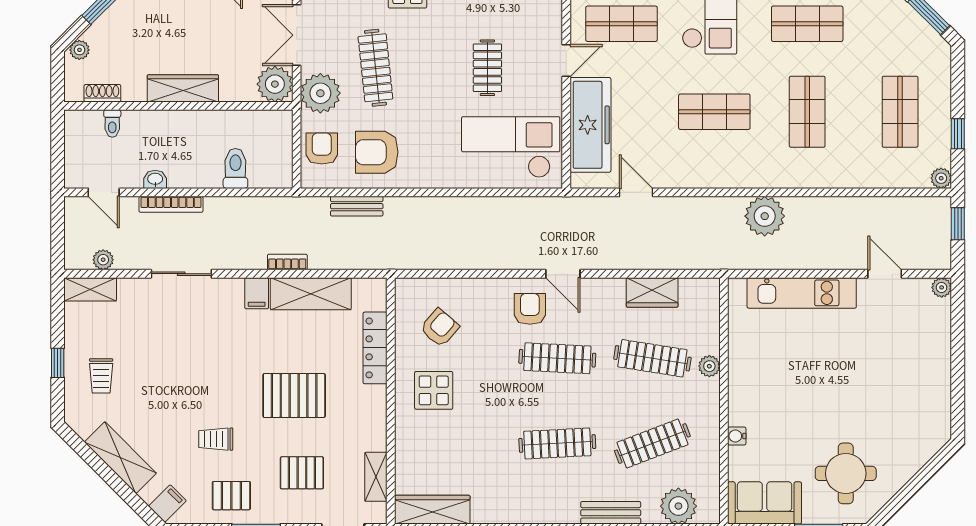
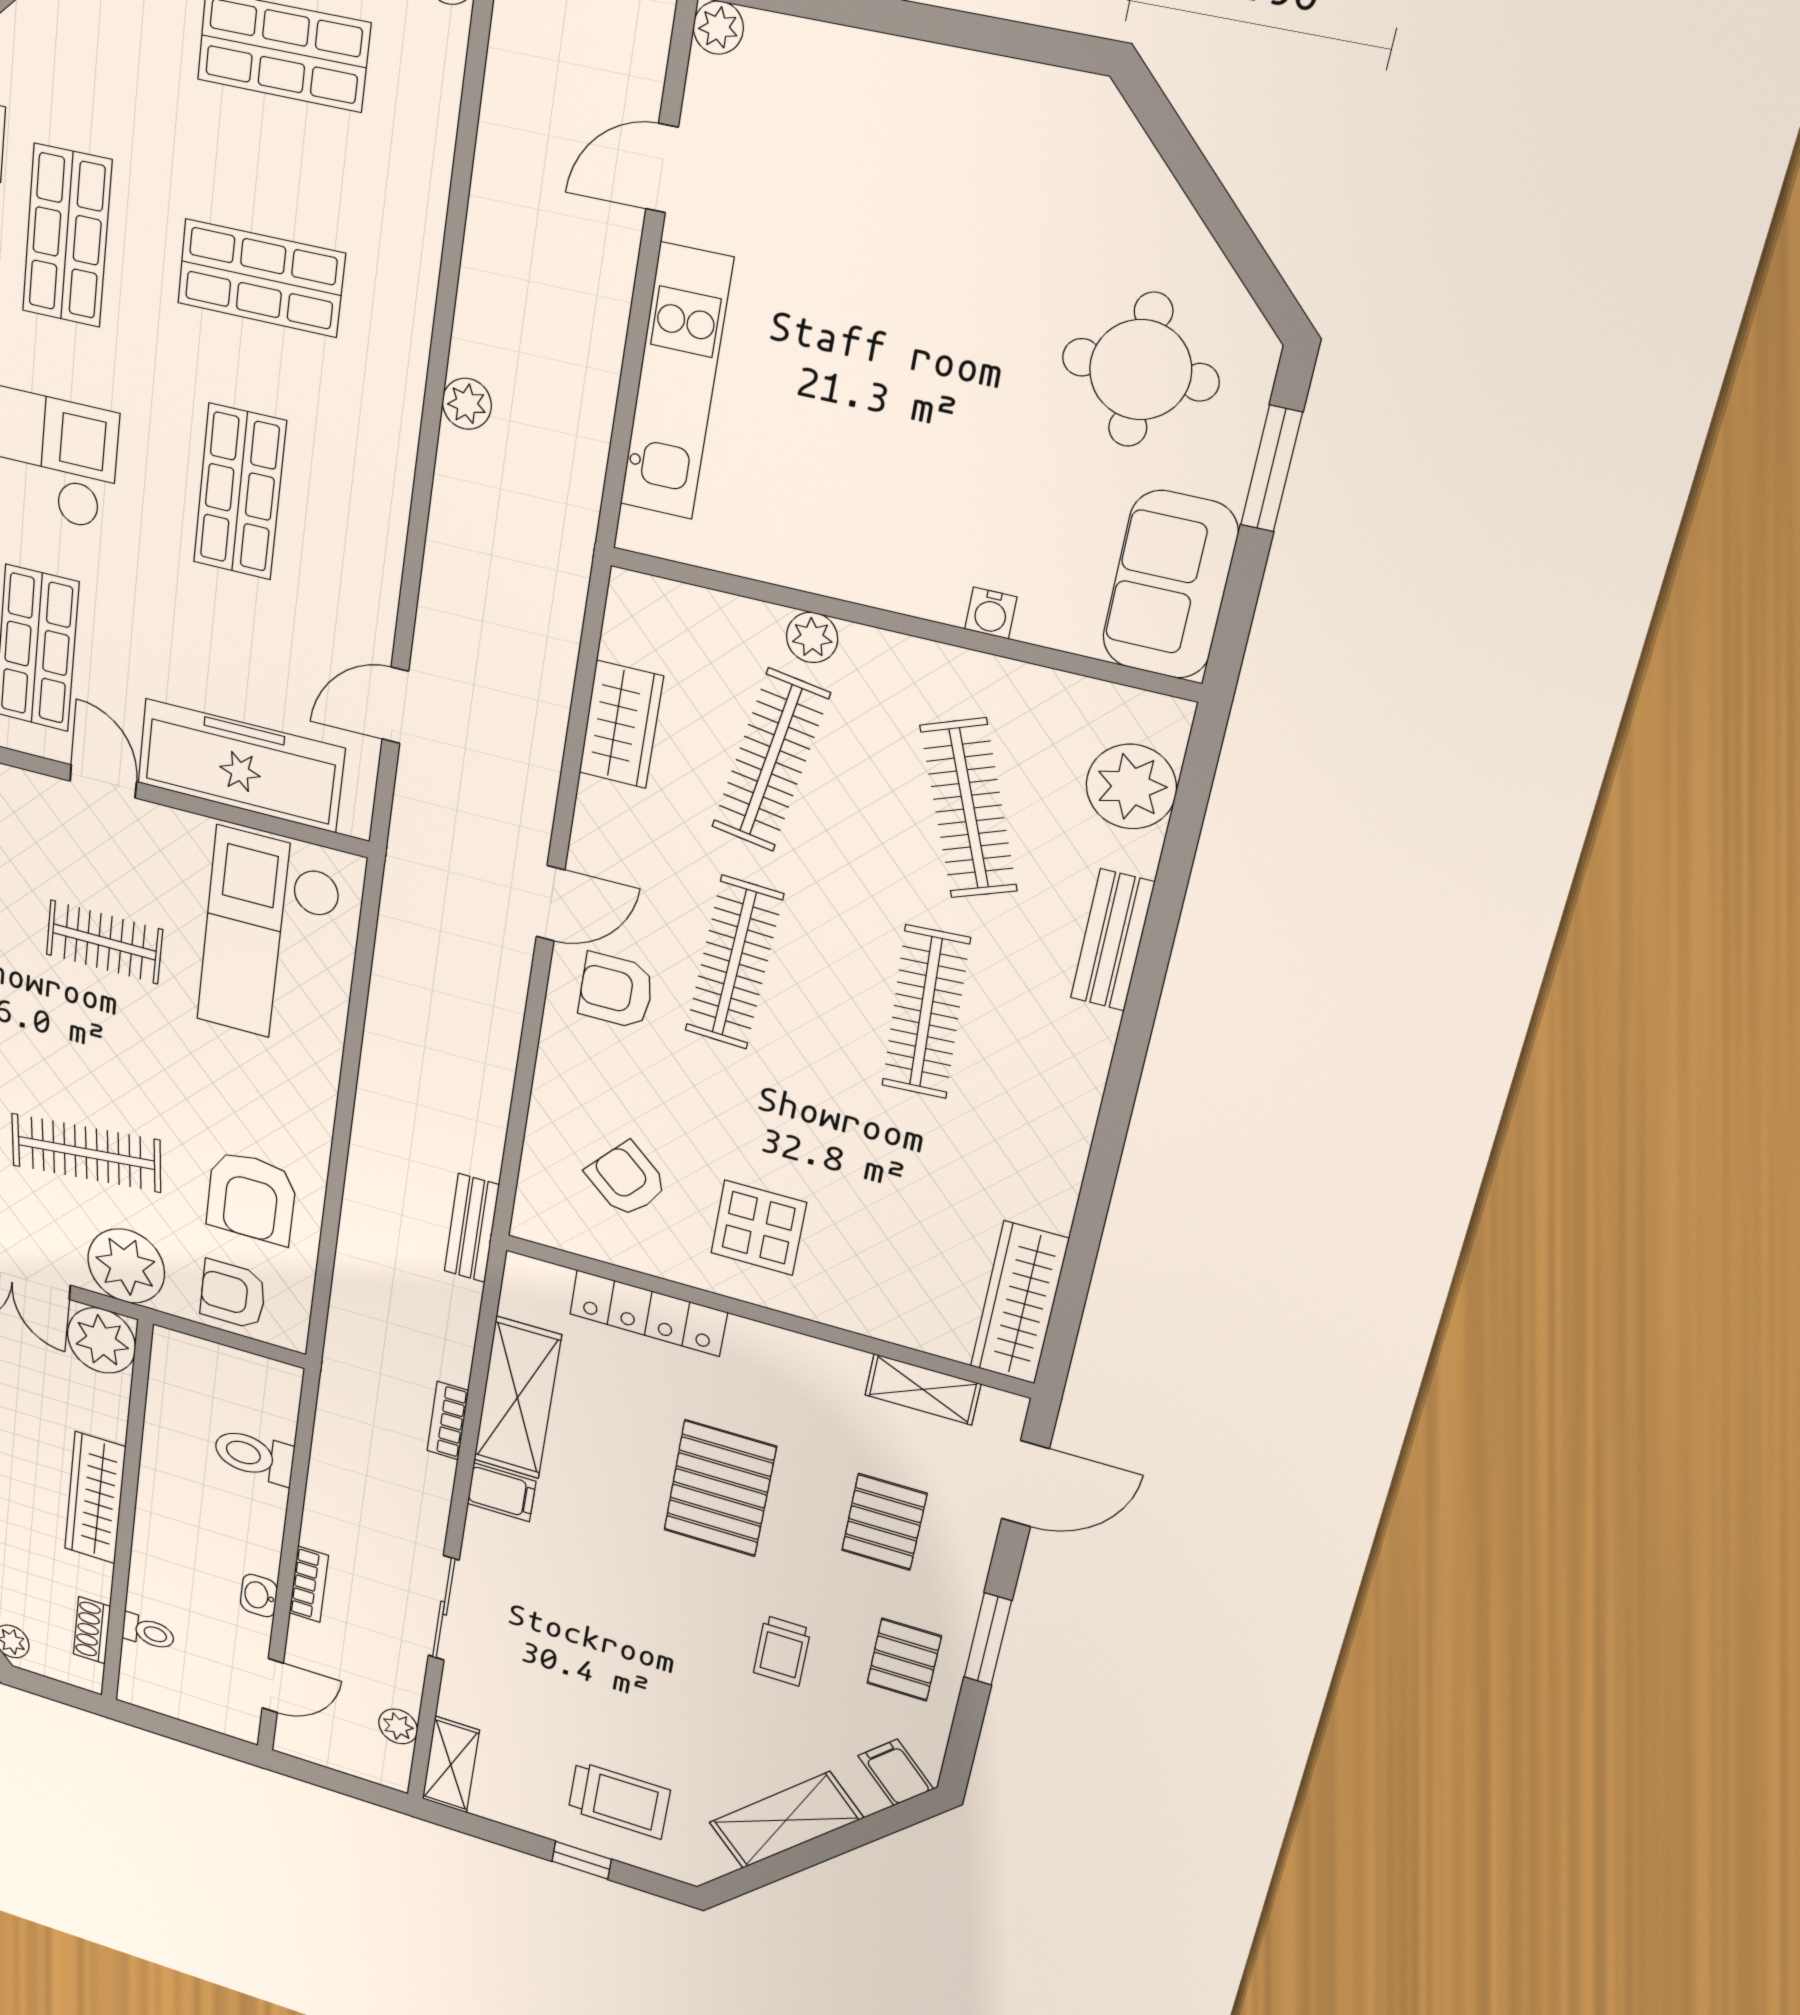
bookcase: (171, 204) -> (309, 1584), width x0.64
bench: (357, 206) -> (472, 1228), moved
plant: (765, 216) -> (467, 404), width x0.53, depth x0.53
trolley: (101, 376) -> (619, 1800), width x1.36, depth x1.39

